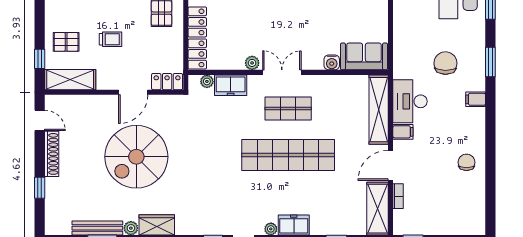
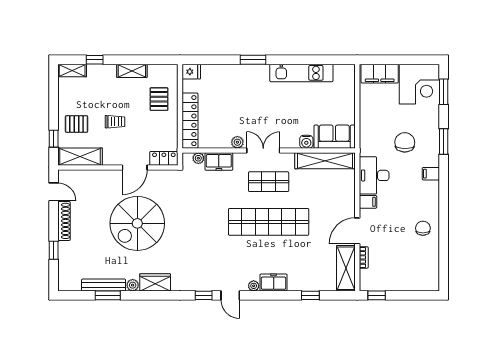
shelving: (379, 110) -> (325, 161), moved, turned 90

